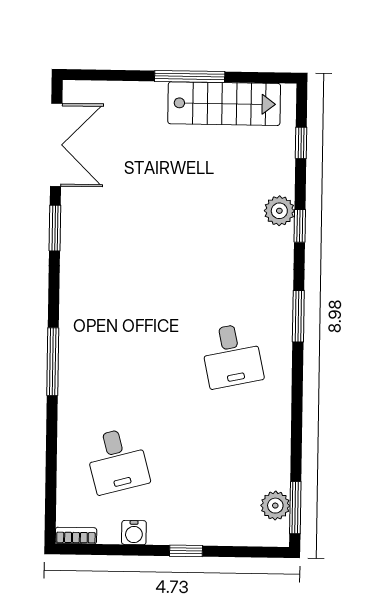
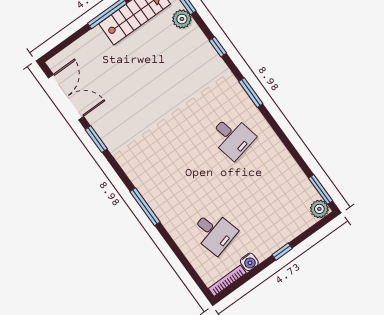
plant: (279, 211) -> (182, 19), moved
plant: (275, 506) -> (319, 209), moved
bookcase: (76, 536) -> (227, 281), width x1.56

